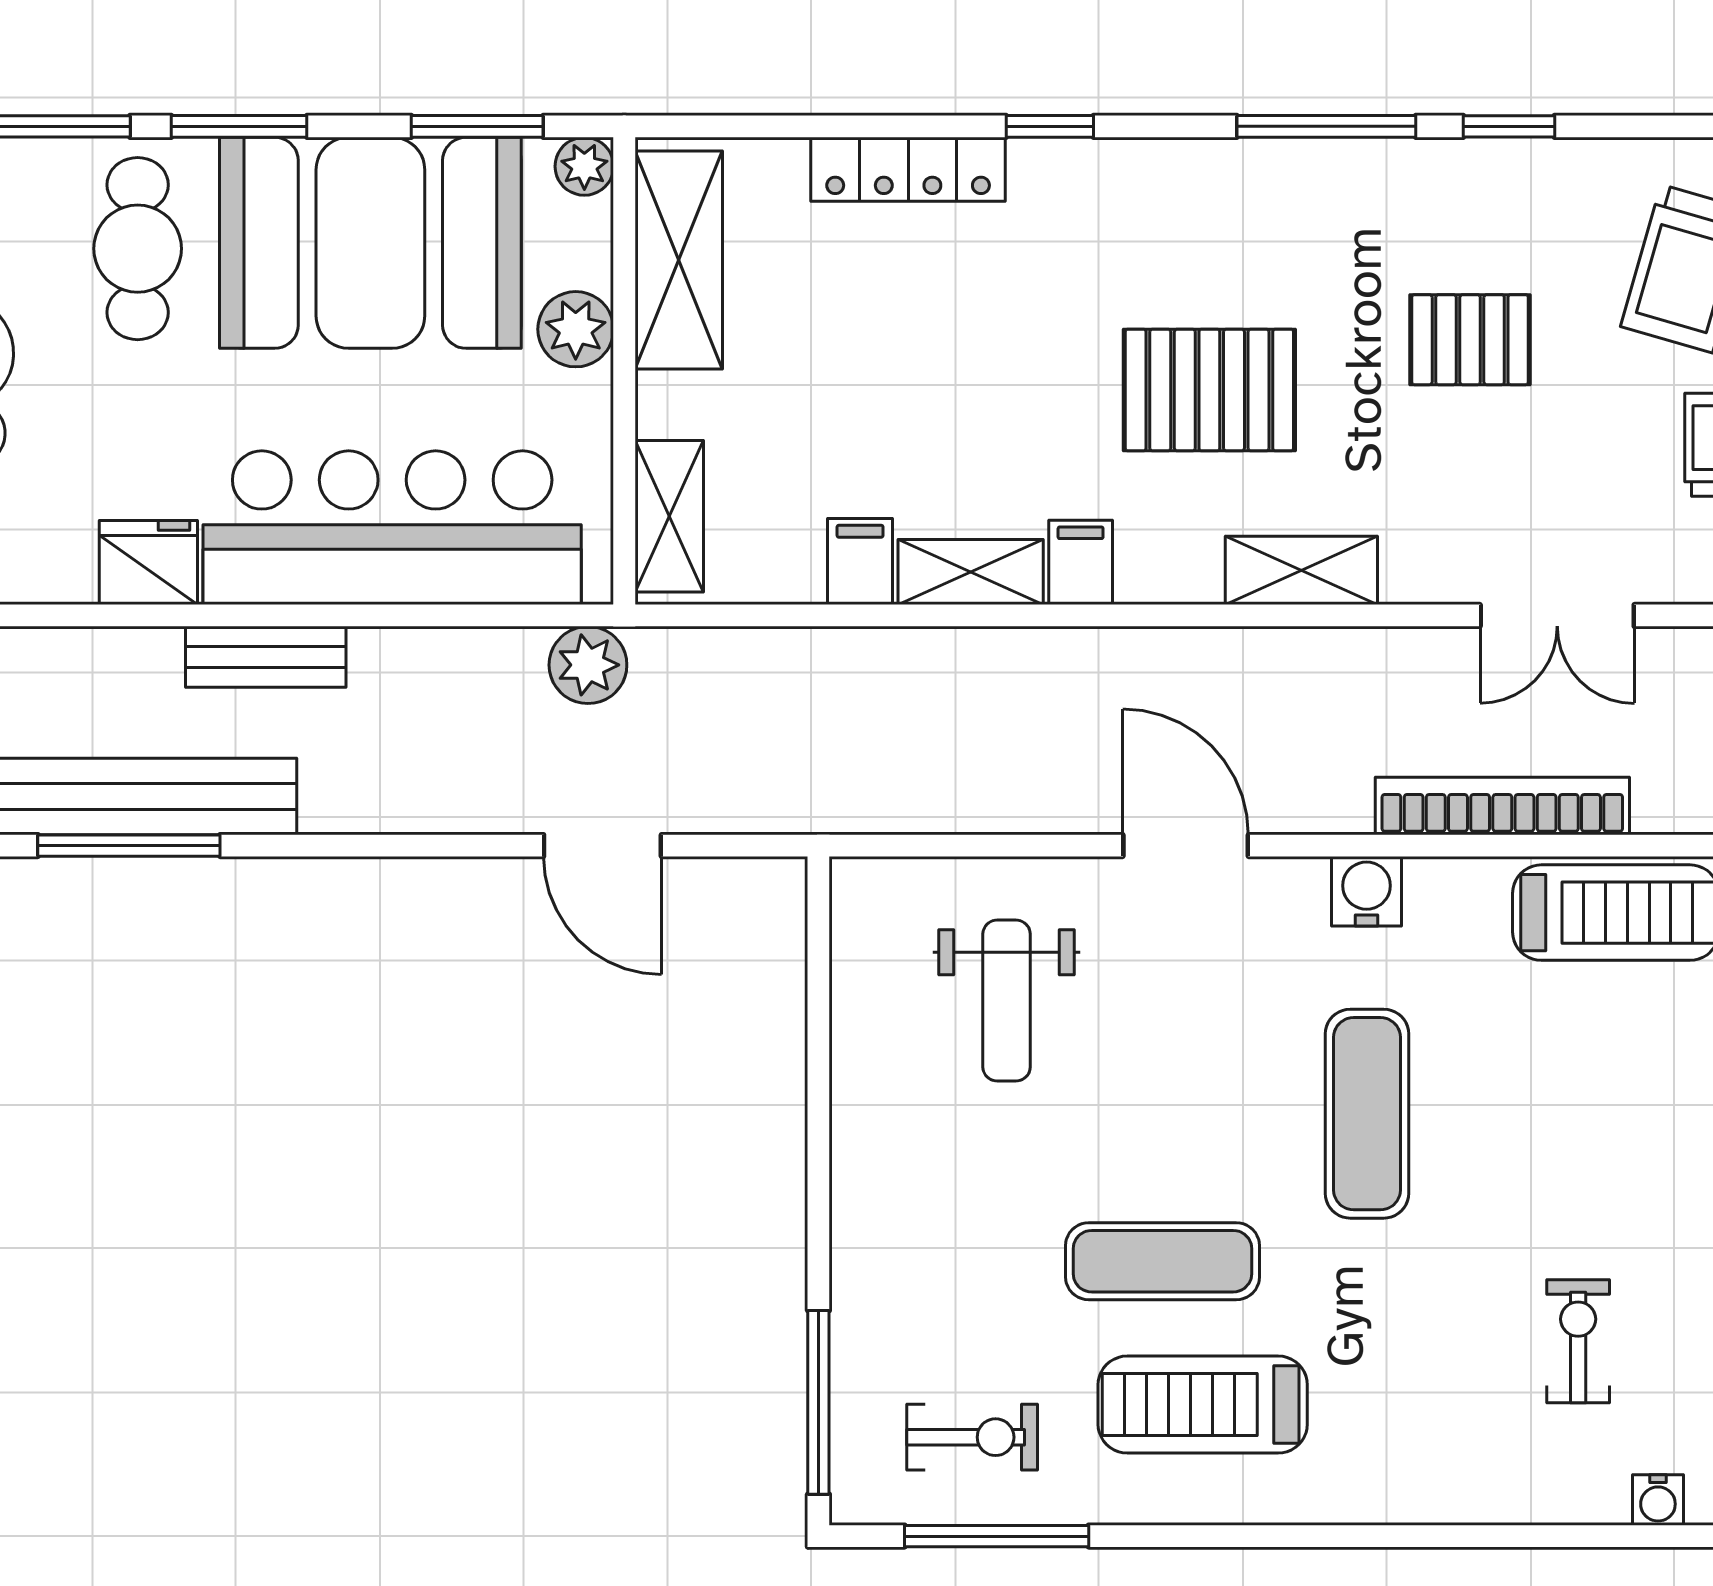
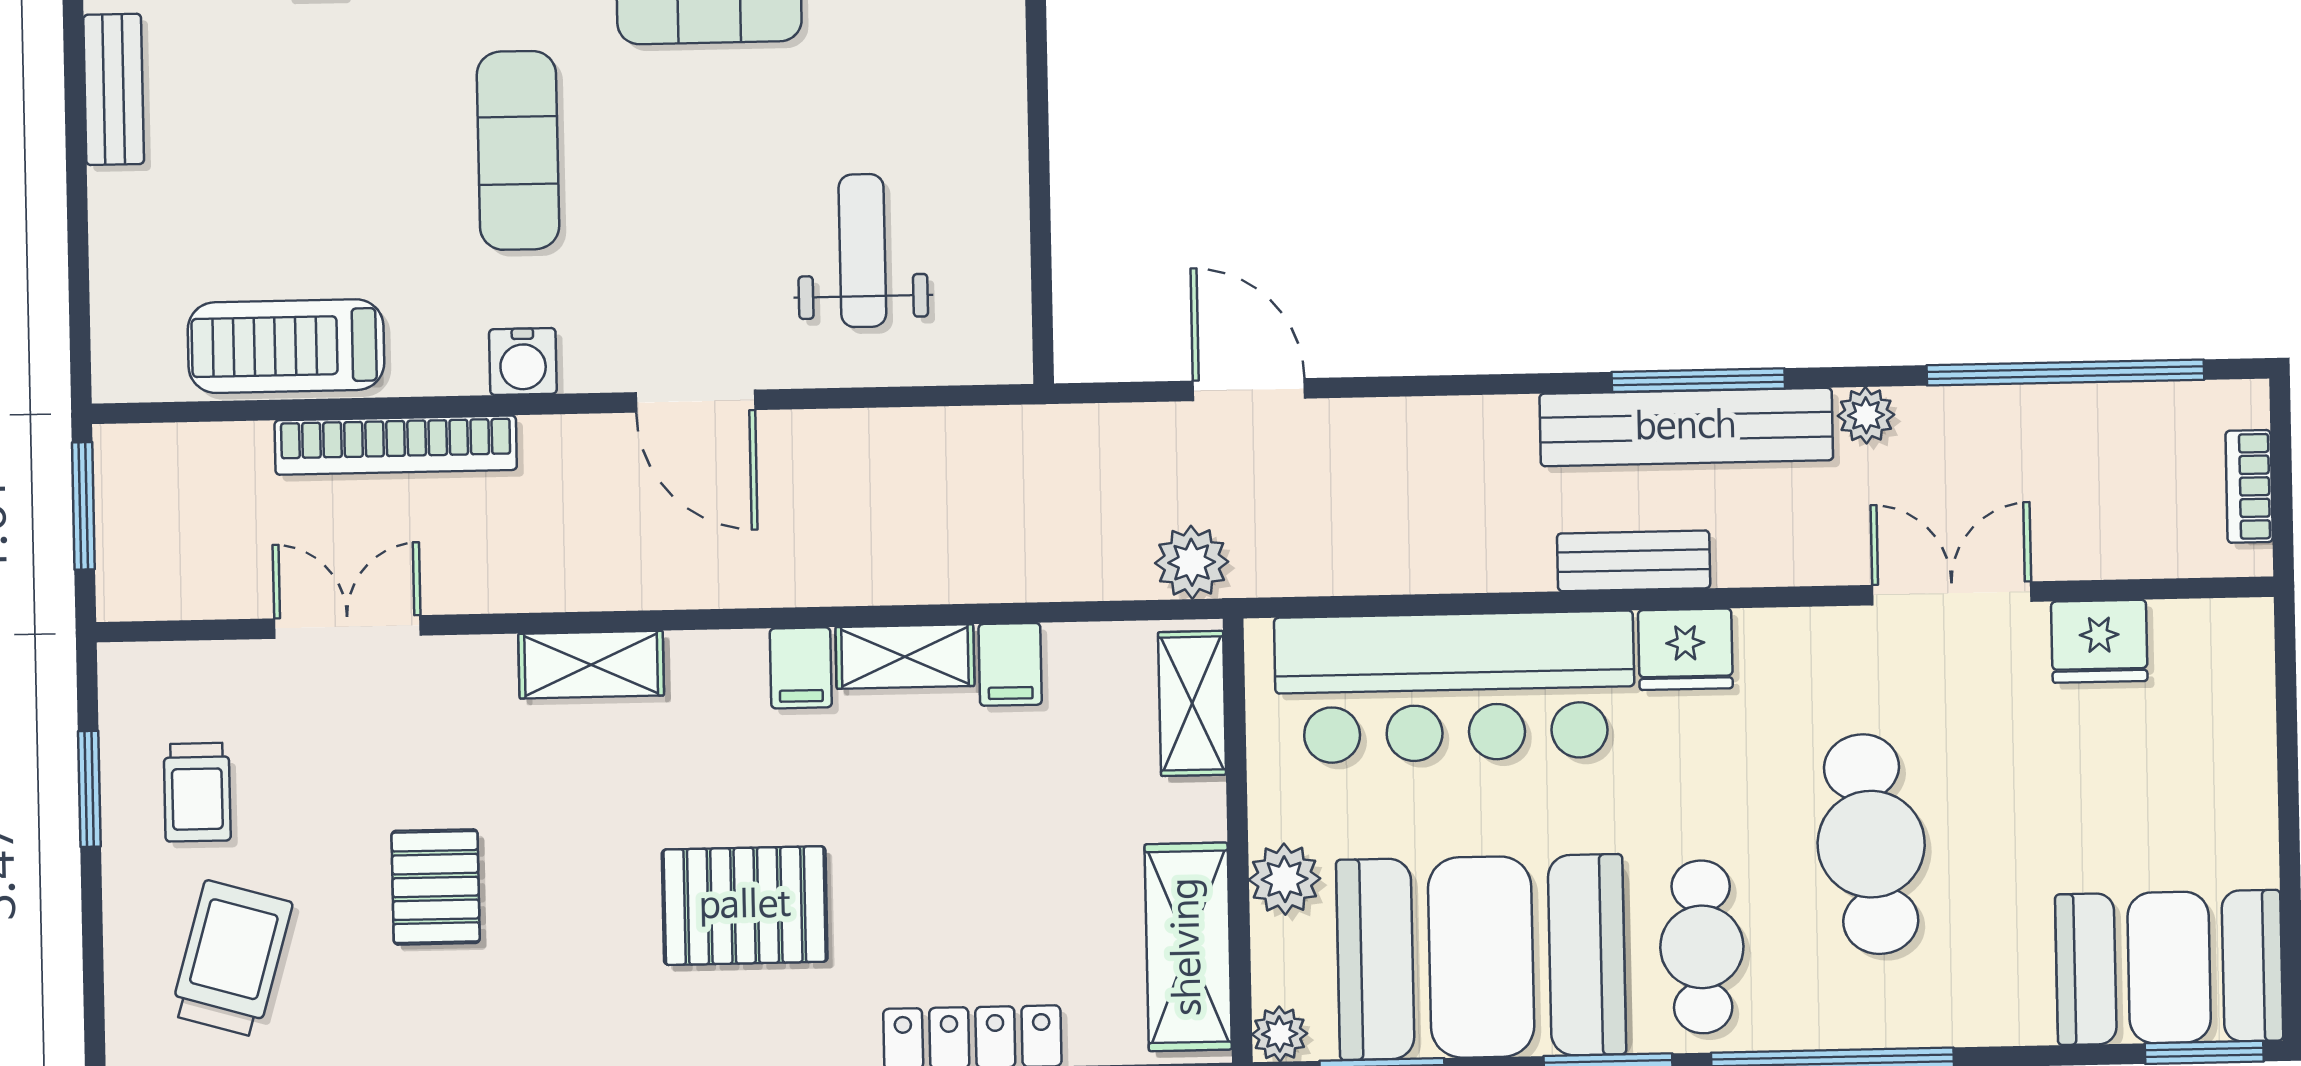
pallet: (1470, 340) -> (436, 887), turned 90
pallet: (1209, 390) -> (745, 906), moved
bench: (266, 657) -> (1634, 561), moved
plant: (588, 665) -> (1192, 562), moved

